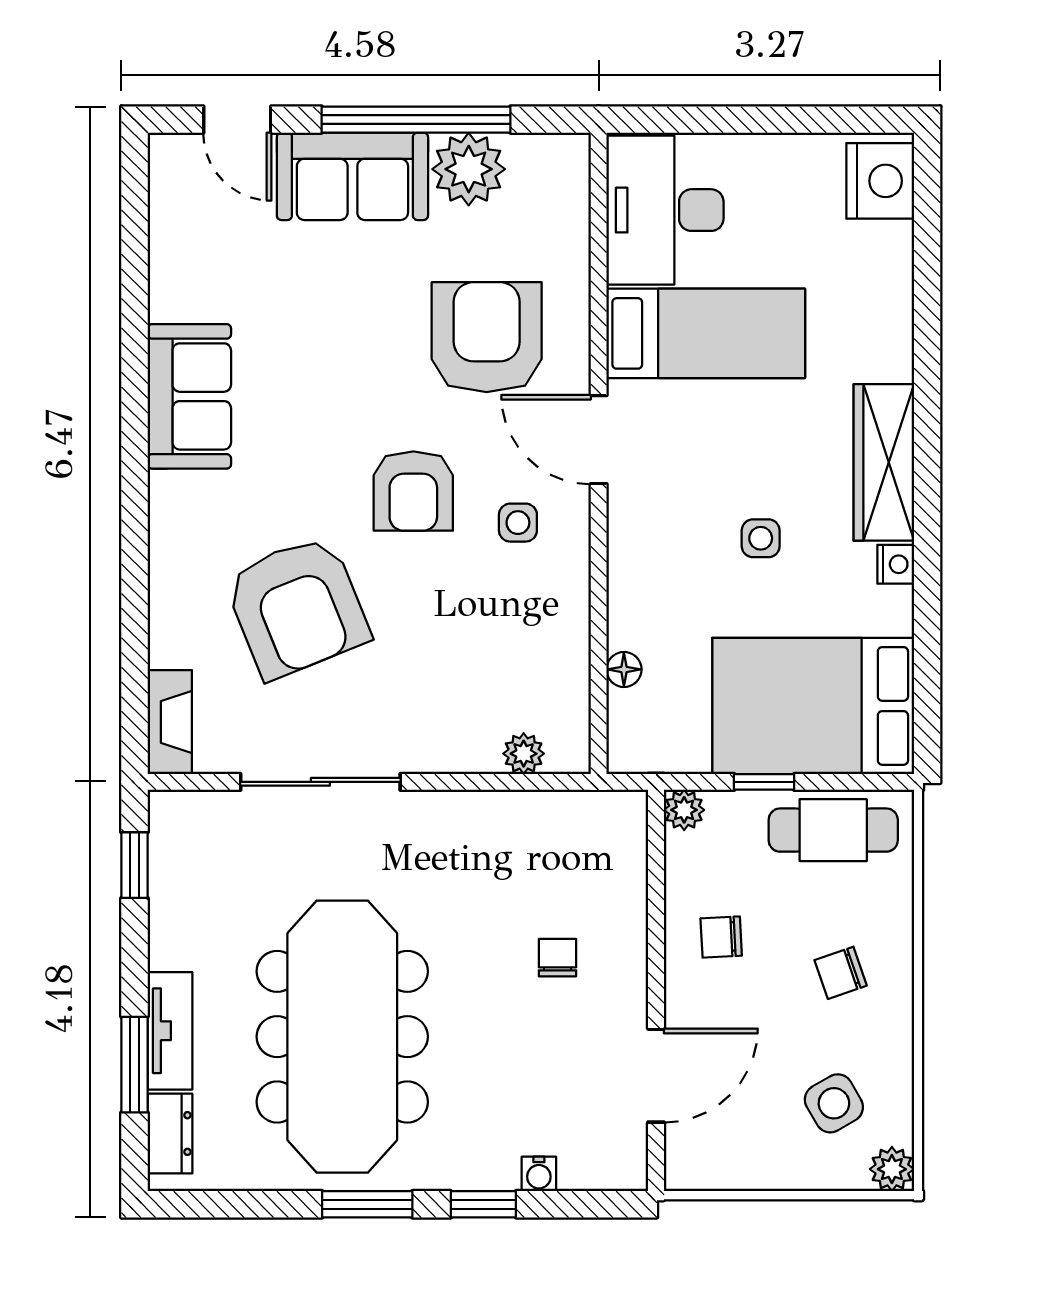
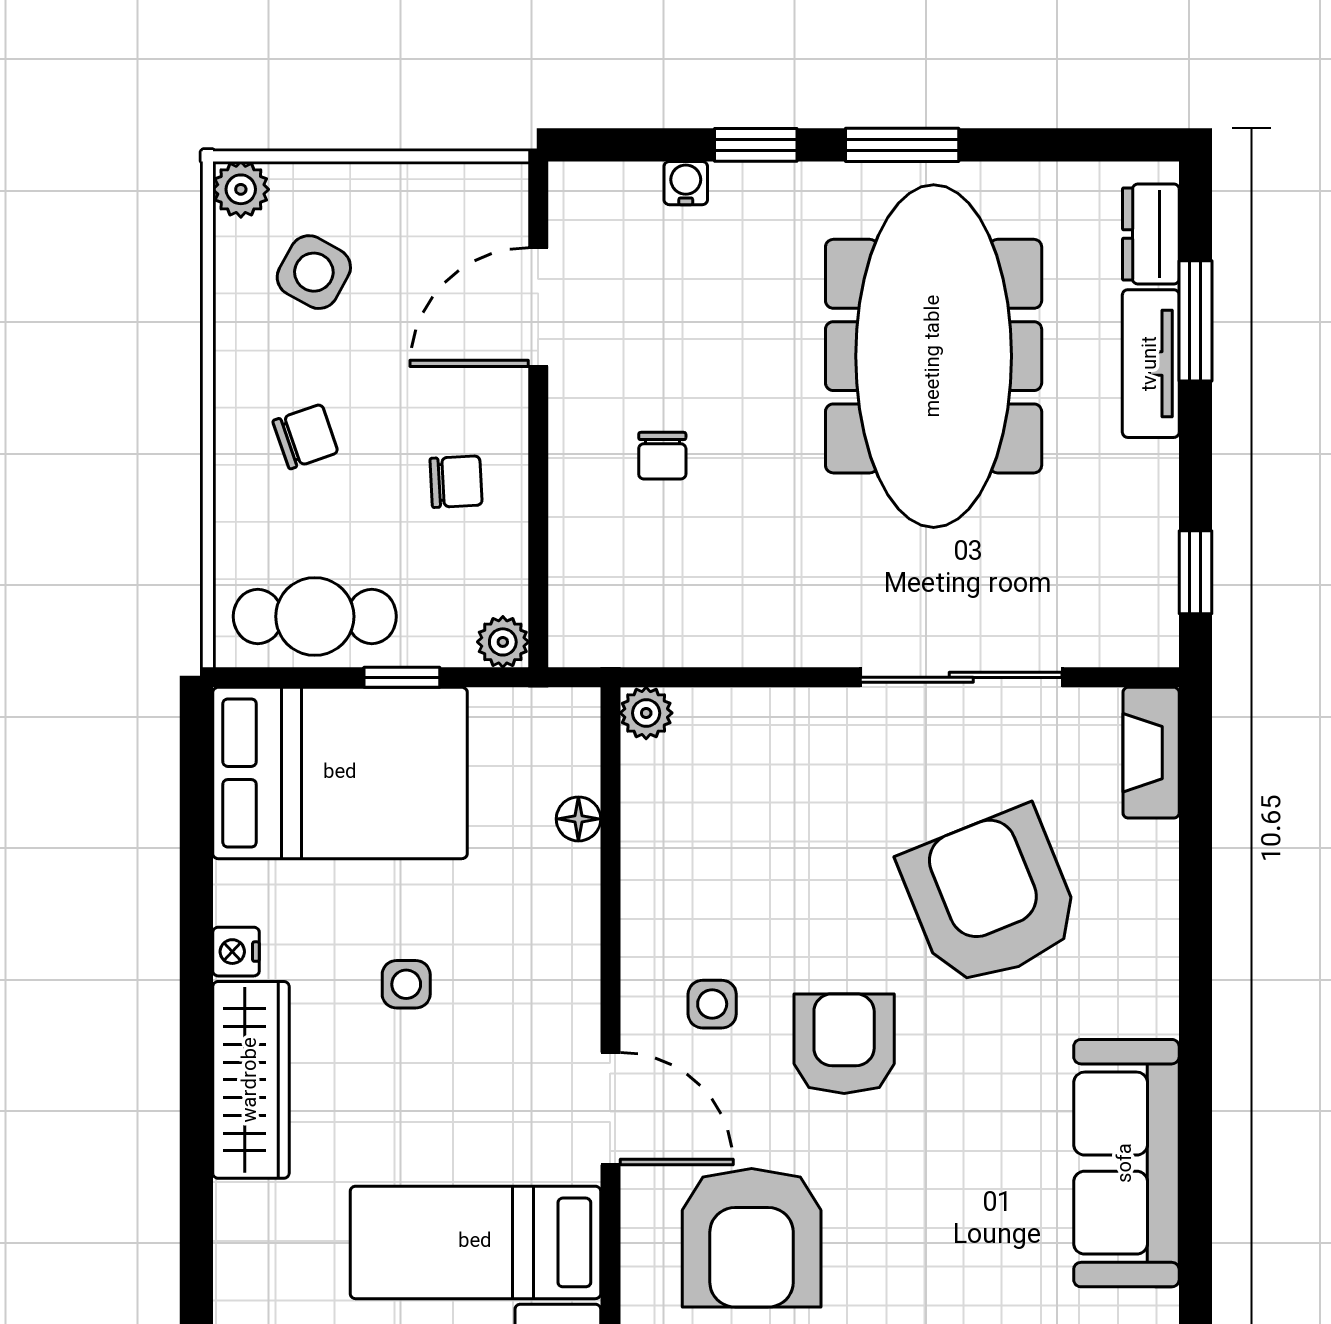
sofa: (189, 396) -> (1126, 1163), width x1.36
plant: (524, 754) -> (646, 713), moved
side table: (834, 1103) -> (314, 272), turned -31

